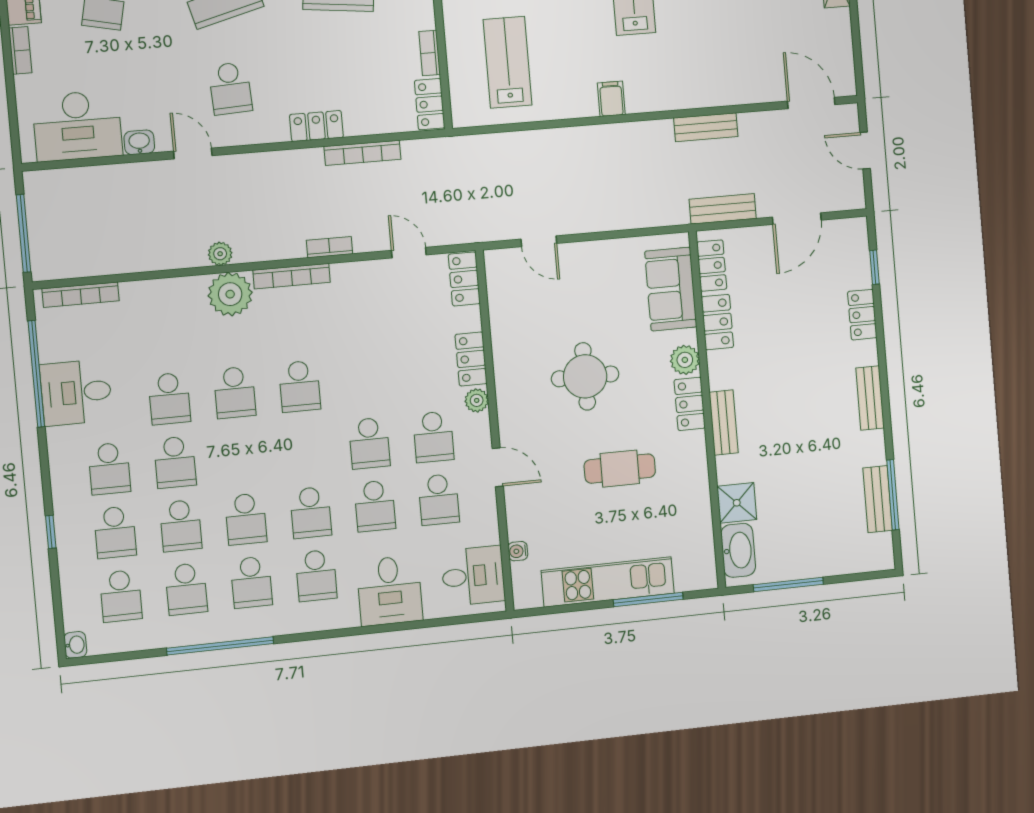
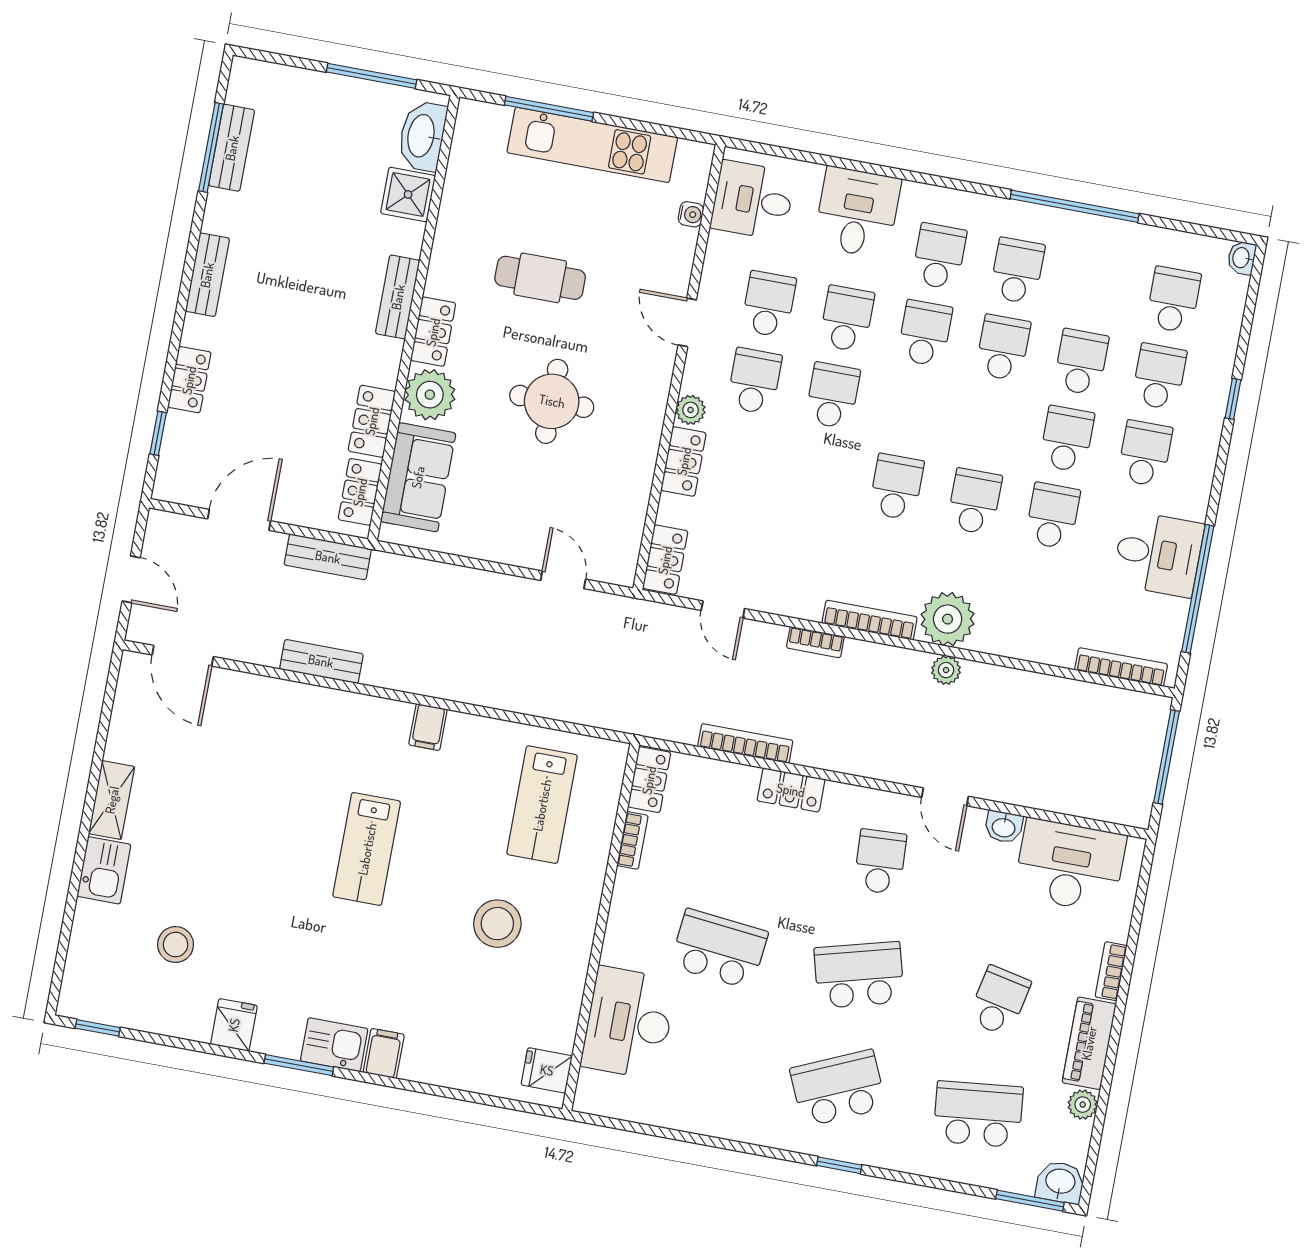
plant: (685, 360) -> (430, 395), width x1.36, depth x1.36
school desk: (186, 589) -> (1095, 285), removed

